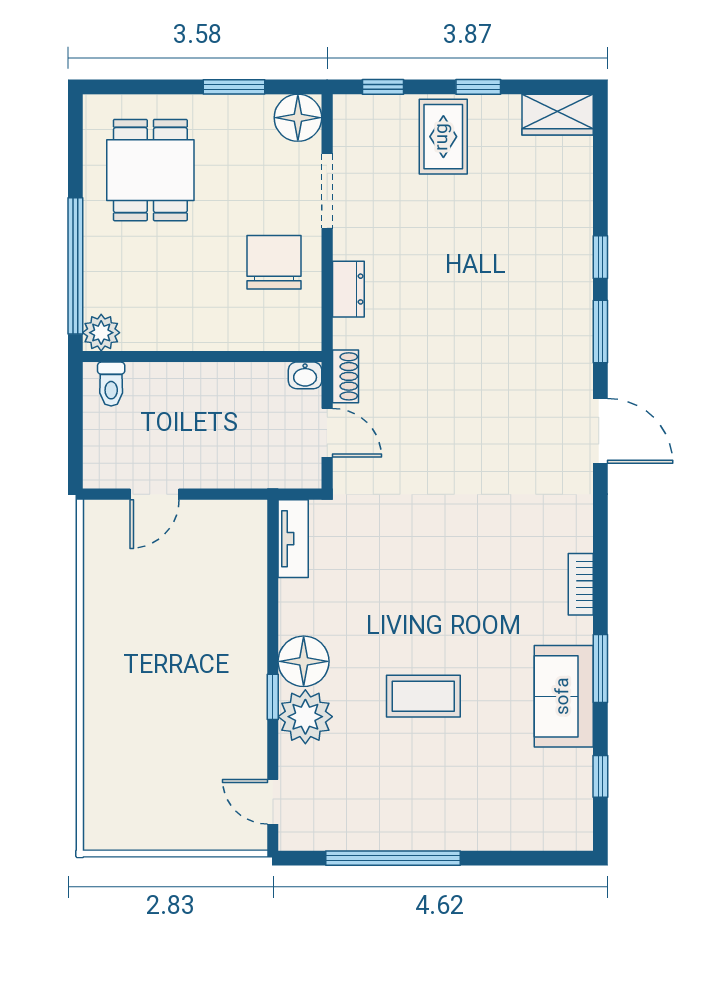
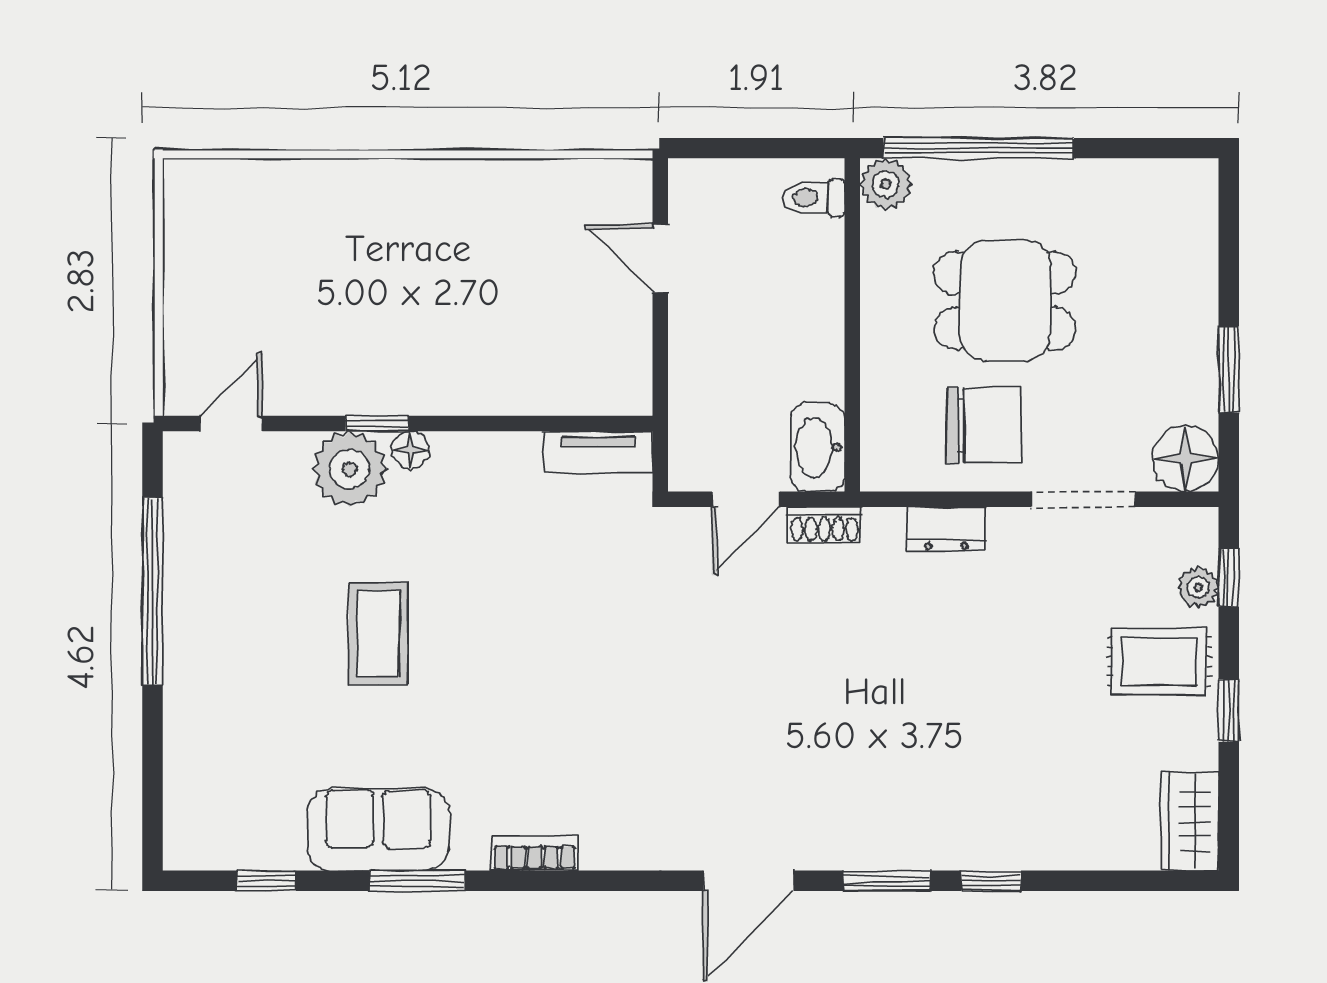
plant: (390, 109) -> (1198, 587), added
dining table: (150, 170) -> (1005, 301), moved
washbasin: (305, 375) -> (818, 447), width x1.91, depth x1.45
floor lamp: (304, 661) -> (410, 450), width x0.53, depth x0.53

